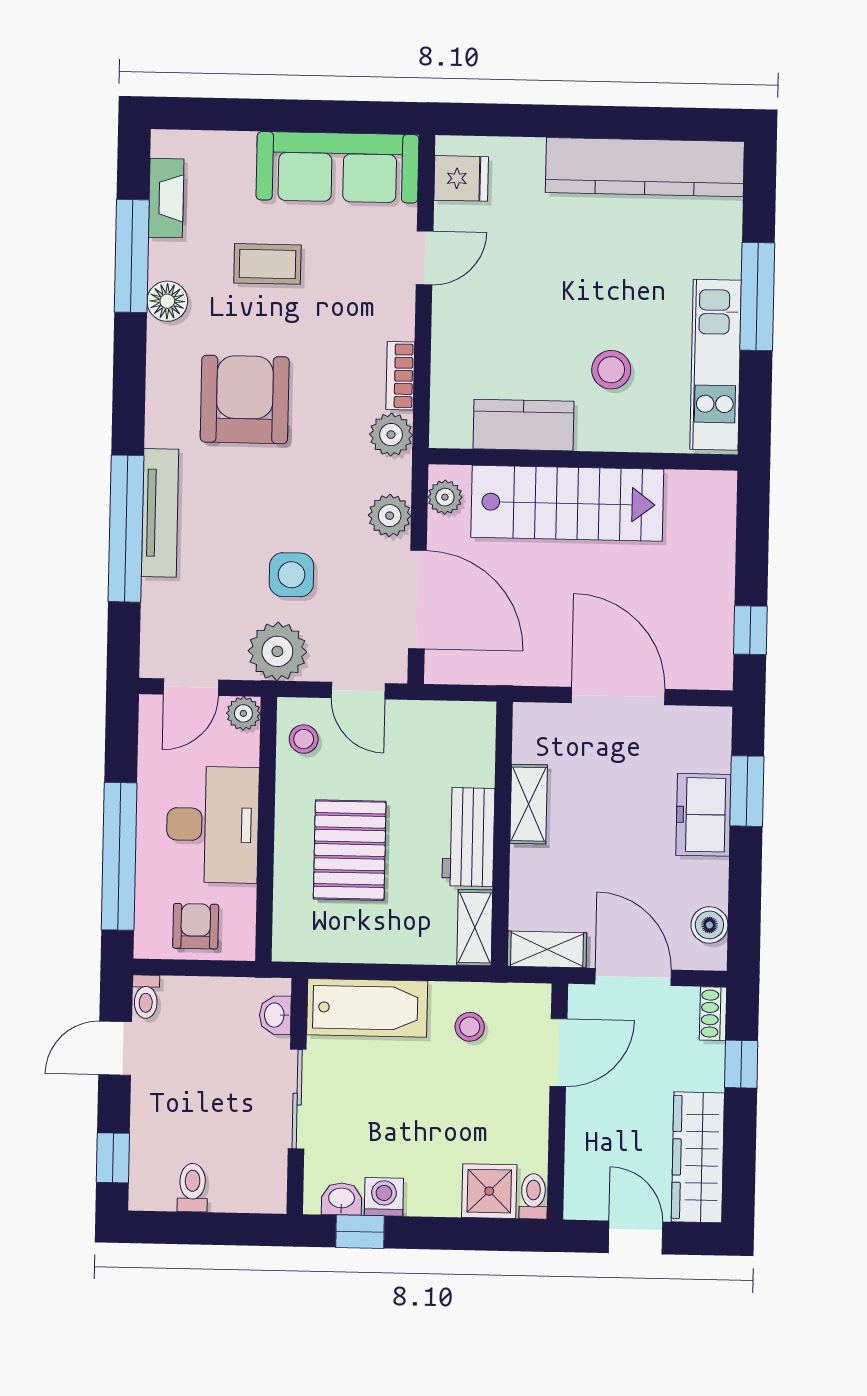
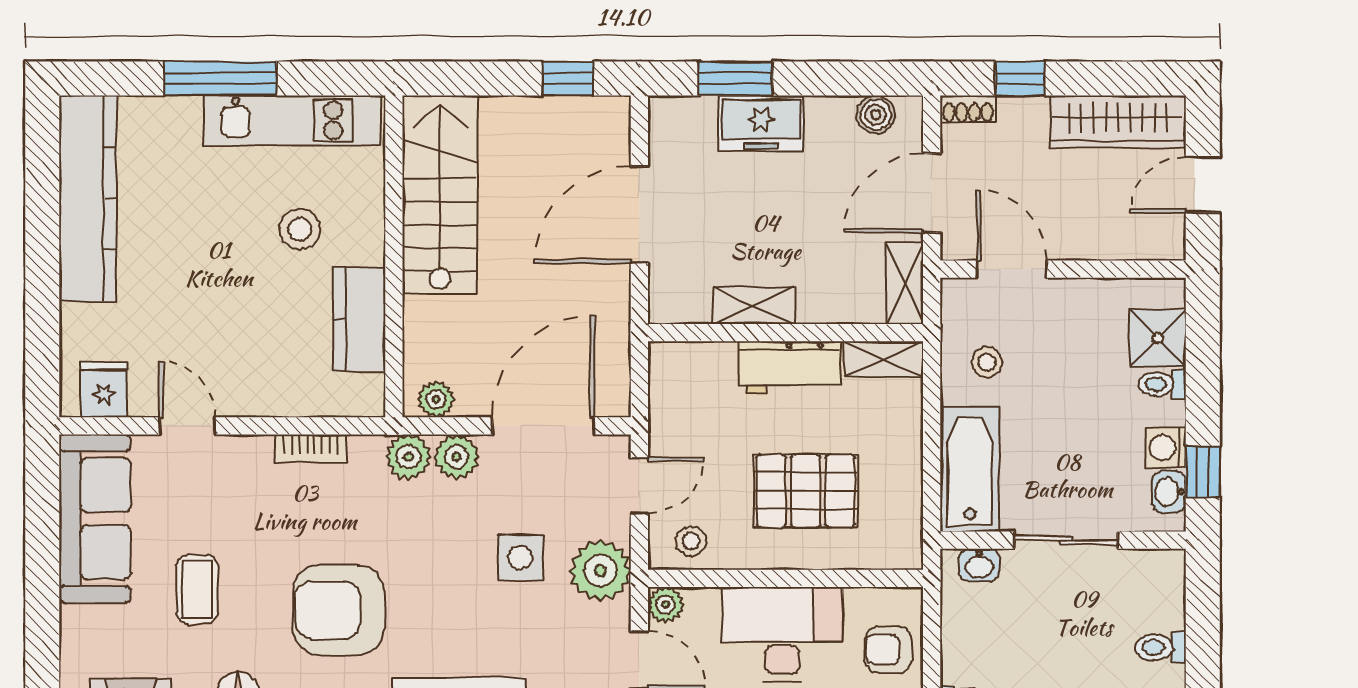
plant: (391, 435) -> (408, 457), moved
stairs: (567, 503) -> (440, 195), moved
toilet: (533, 1196) -> (1162, 384), moved

